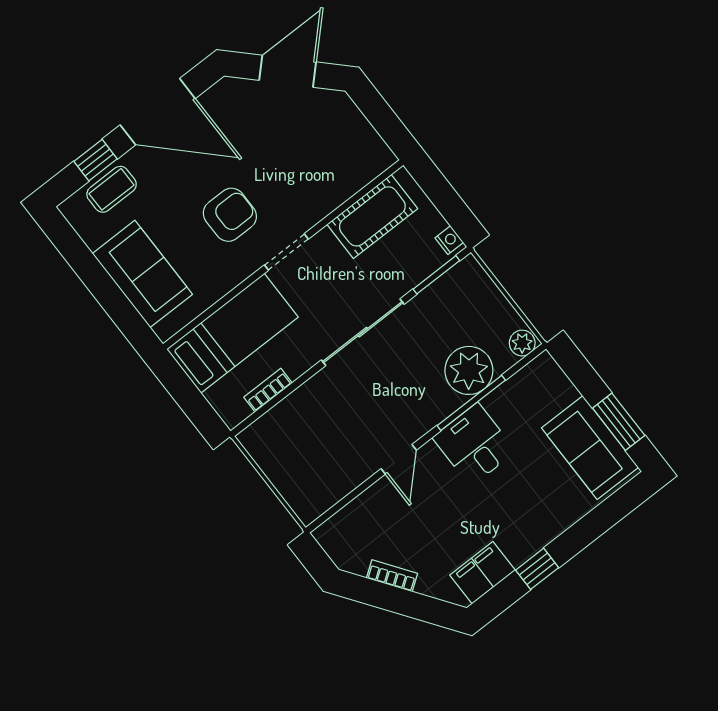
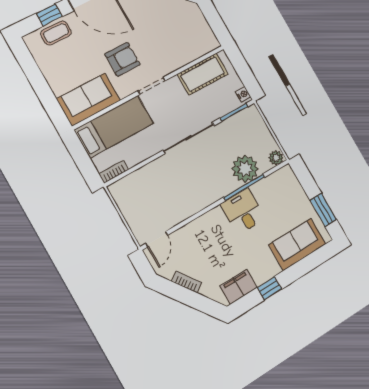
sofa: (142, 274) -> (88, 100), moved, turned -90
bookcase: (268, 390) -> (114, 172), moved
sofa: (590, 448) -> (297, 244), moved, turned 90
door: (399, 459) -> (157, 239), moved

